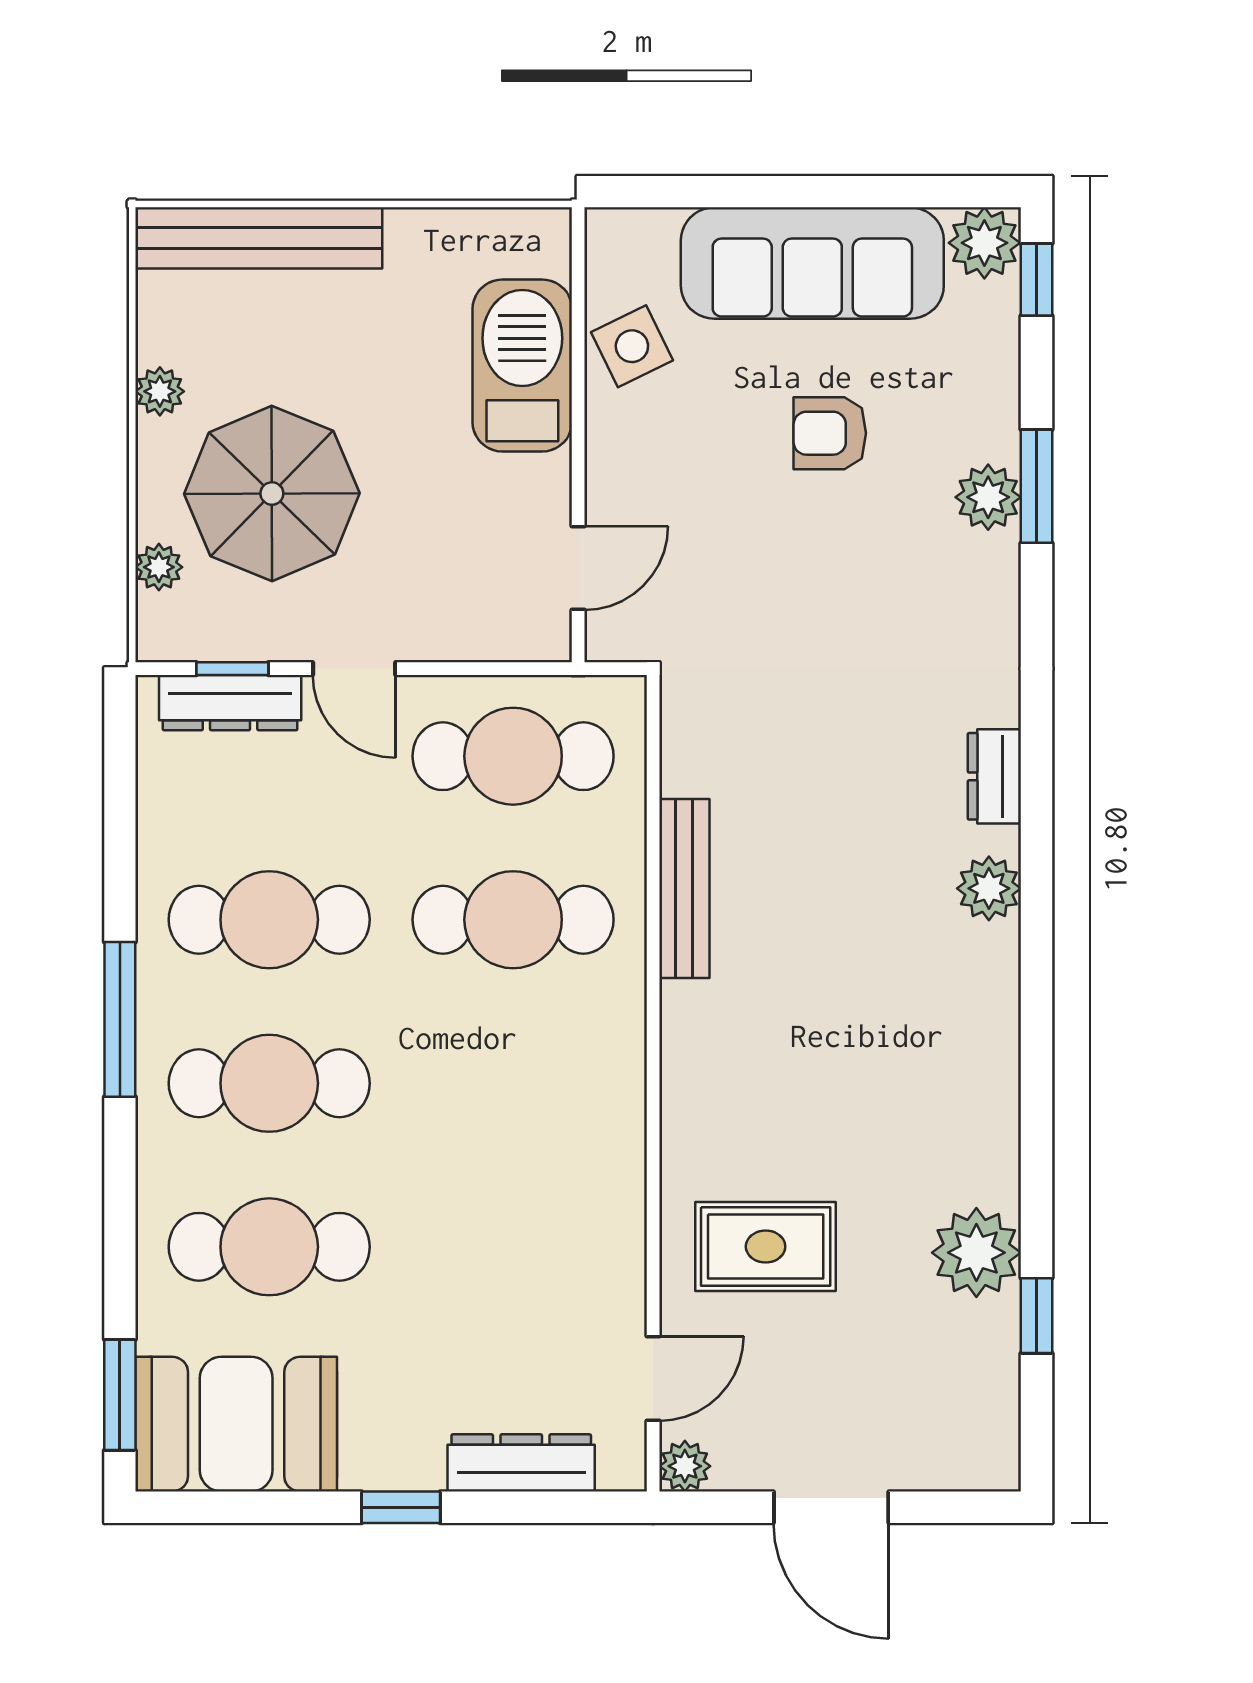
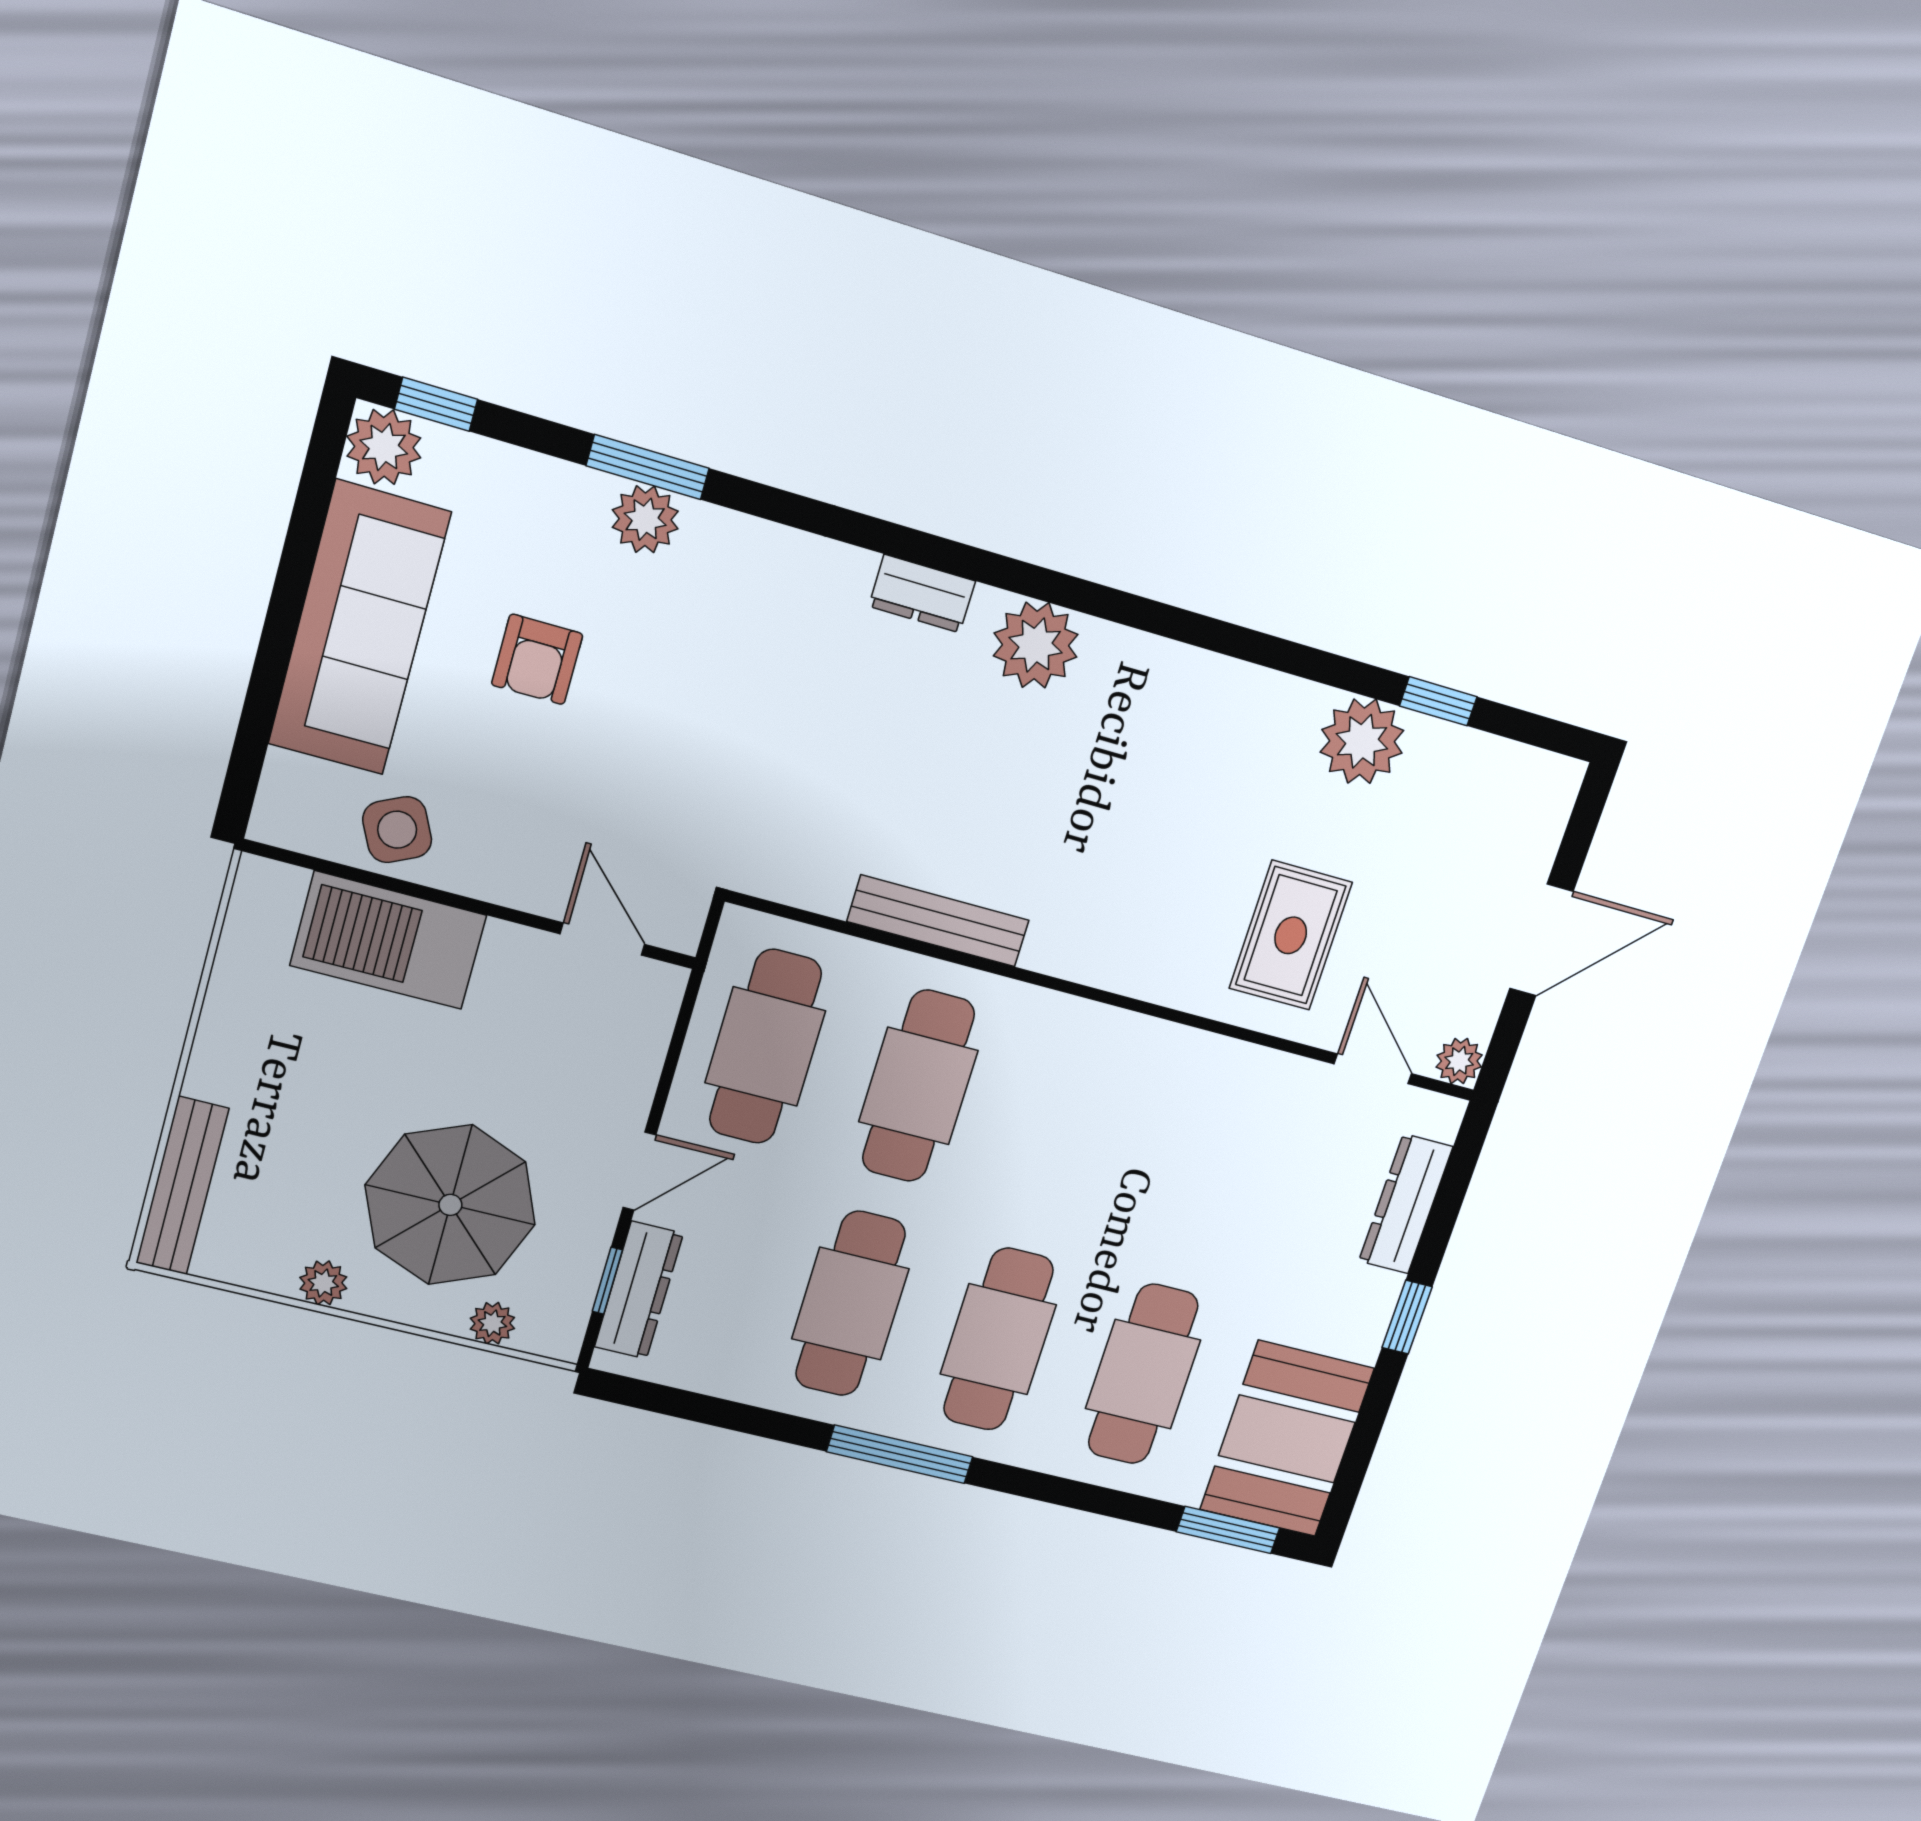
bench: (259, 238) -> (182, 1186), width x0.73, depth x0.82
plant: (989, 888) -> (1036, 645), width x1.36, depth x1.36

